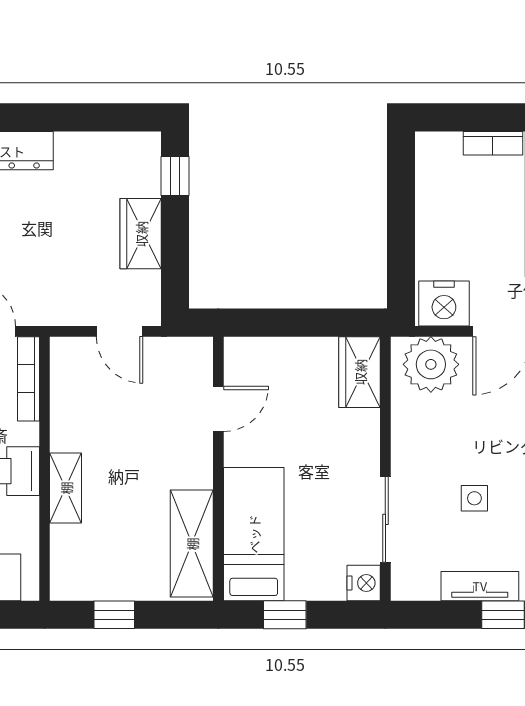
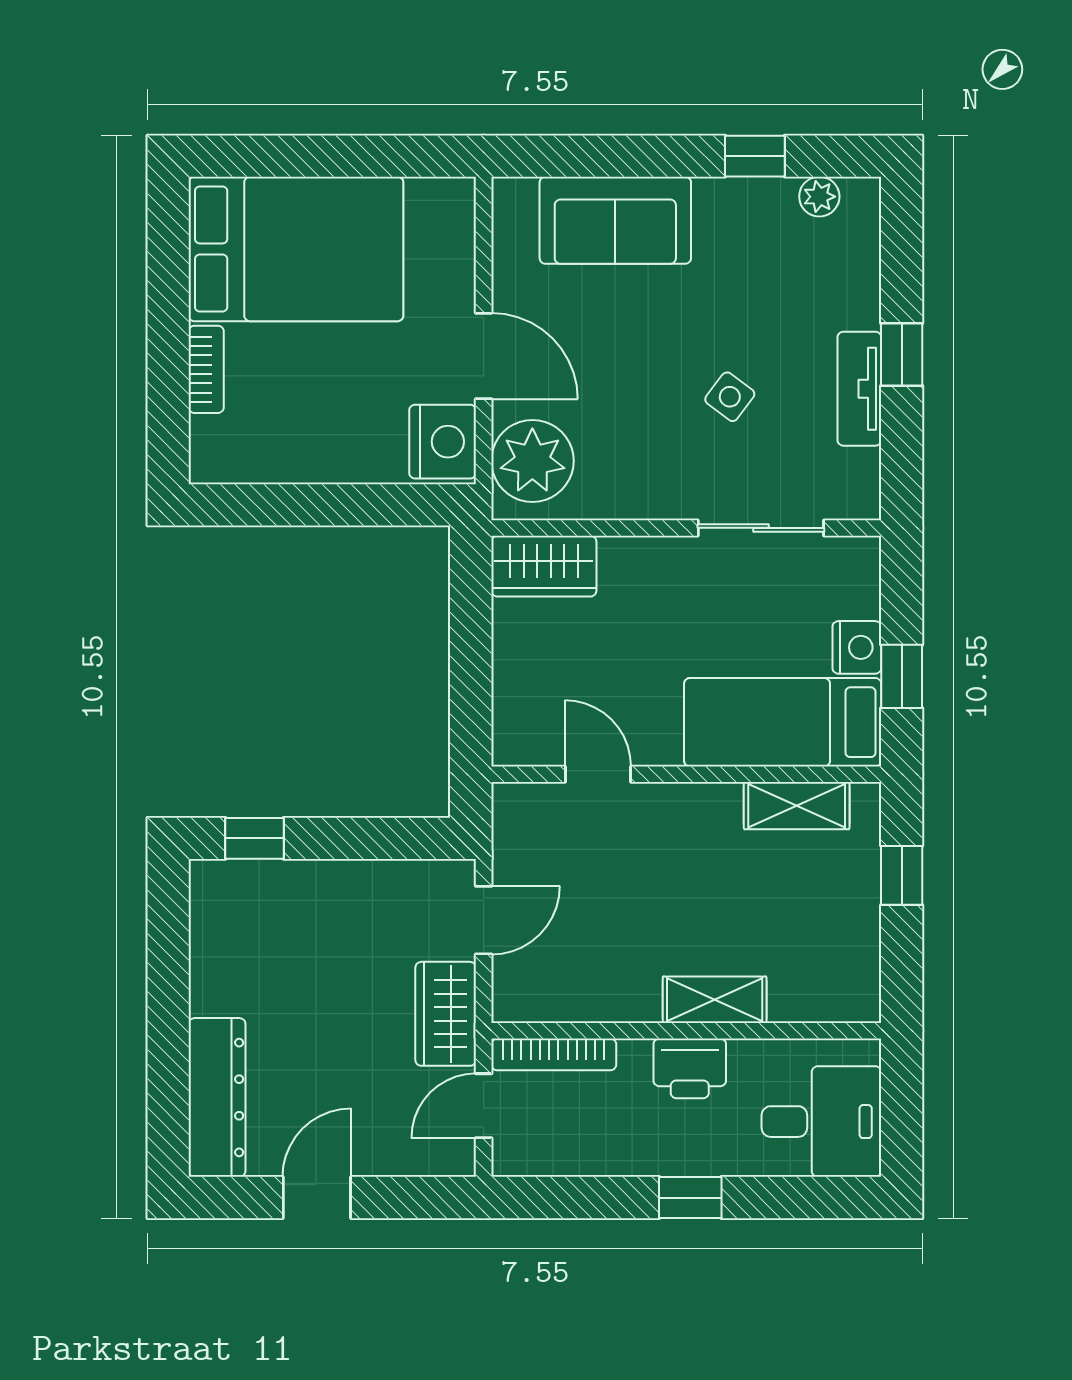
wardrobe: (141, 234) -> (446, 1014), moved, turned 90
side table: (474, 498) -> (730, 397), turned 37
shelving: (192, 544) -> (797, 806), width x0.67, depth x0.75
nightstand: (364, 583) -> (857, 647), moved, turned 90
window: (114, 615) -> (902, 875), moved

